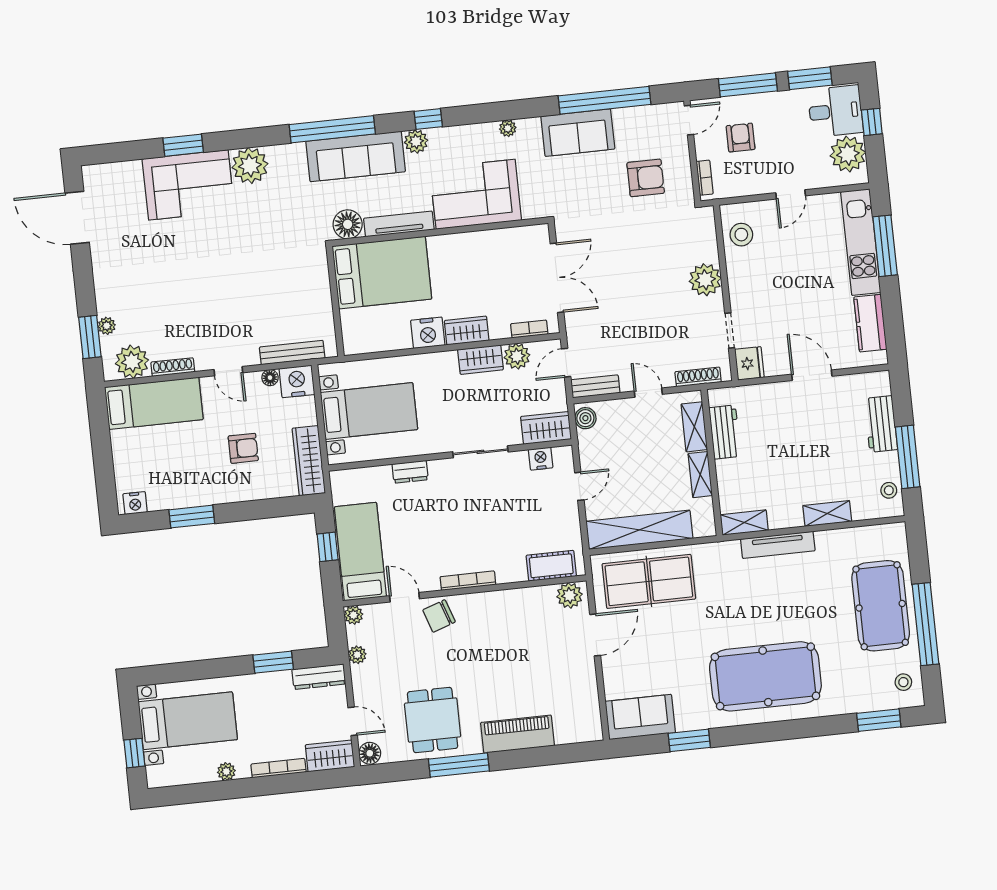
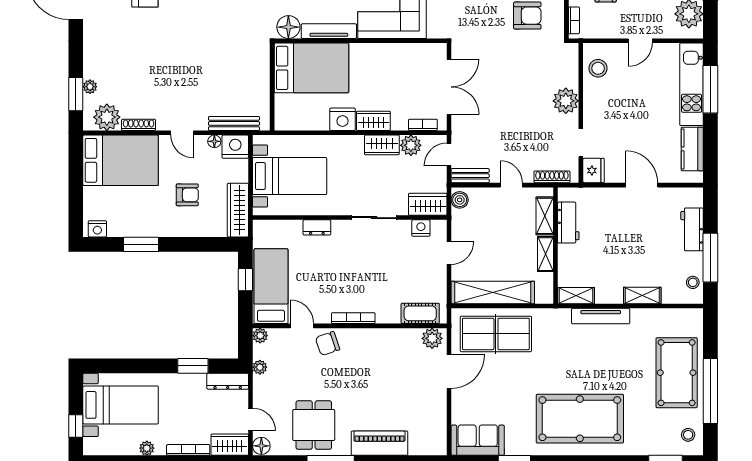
bed: (154, 403) -> (121, 160), width x1.50

